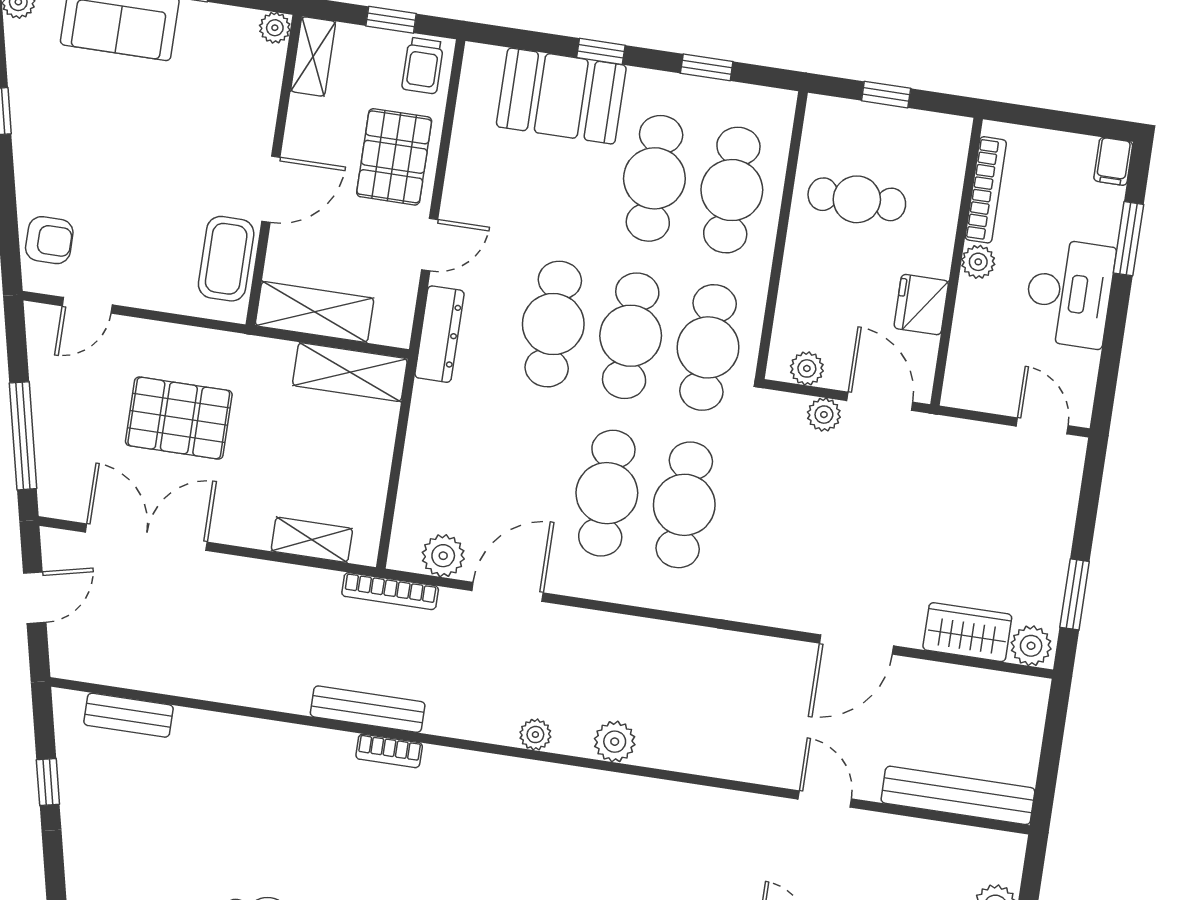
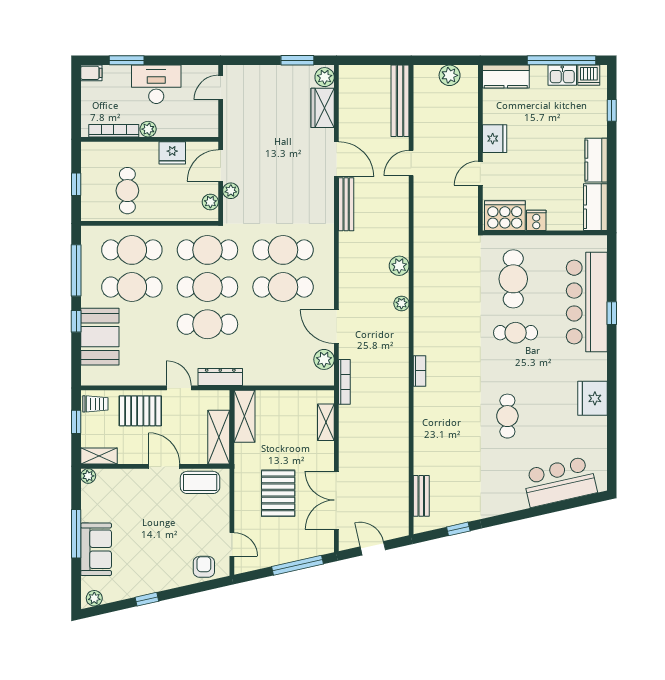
window: (707, 67) -> (76, 270), width x2.17
bench: (368, 709) -> (346, 204), moved

